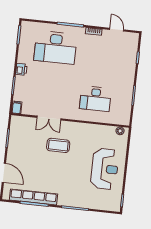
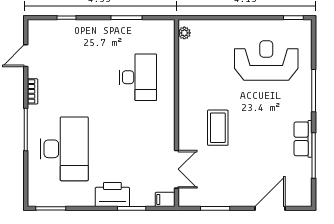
printer: (21, 69) -> (112, 195), width x1.87, depth x1.48
double door: (49, 118) -> (176, 169), moved
reception desk: (105, 169) -> (266, 61), moved
row of seats: (33, 197) -> (303, 139), width x0.50

